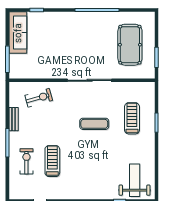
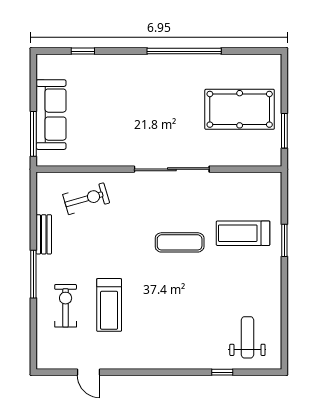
sofa: (18, 33) -> (51, 115), moved
pool table: (130, 45) -> (240, 109), turned 90
treadmill: (132, 118) -> (243, 233), turned -90
treadmill: (52, 161) -> (109, 305), turned 180
weight bench: (135, 180) -> (247, 337), width x0.73, depth x0.75

